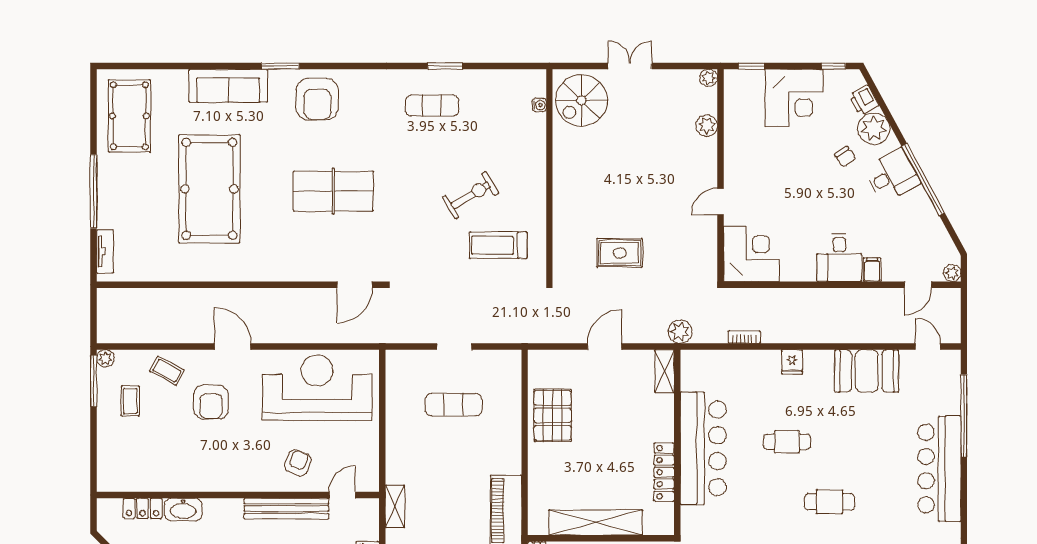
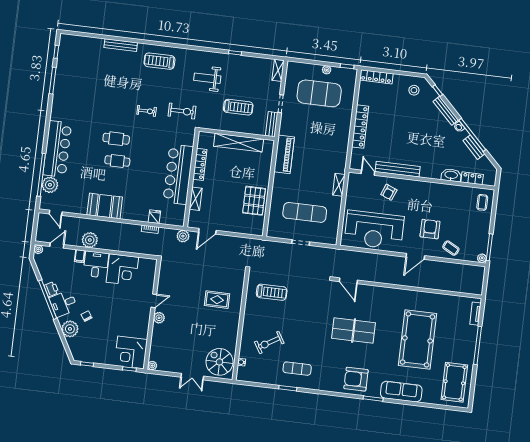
corner desk: (794, 98) -> (131, 353), moved, turned -90
armchair: (317, 99) -> (356, 379), turned -90
spiral stairs: (581, 100) -> (219, 362), turned -90
printer: (864, 100) -> (51, 289), moved
plant: (707, 126) -> (159, 318), moved
exercise bike: (471, 195) -> (269, 343), moved
rug: (620, 253) -> (217, 300), moved
corner desk: (751, 254) -> (122, 270), moved, turned -90
door: (355, 285) -> (348, 281), swing flipped
plant: (857, 303) -> (90, 240), added
door: (233, 347) -> (415, 256), hinge flipped
door: (605, 347) -> (207, 231), moved
fridge: (792, 362) -> (154, 217), moved
shelving: (664, 371) -> (196, 199), moved
booth: (867, 371) -> (105, 206), moved
plant: (945, 399) -> (50, 185), added
coffee table: (130, 401) -> (482, 202), moved
exercise mat: (453, 405) -> (305, 212), width x1.36, depth x1.45
cafe table: (787, 442) -> (117, 161), moved
door: (342, 495) -> (368, 173), swing flipped
shelving: (395, 506) -> (339, 185), moved

